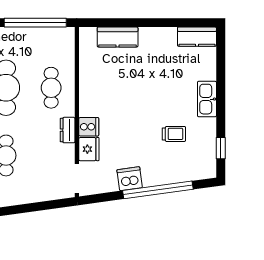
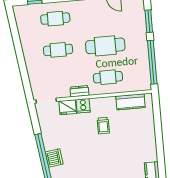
kitchen counter: (118, 37) -> (130, 102), moved, turned -90
trolley: (174, 134) -> (103, 126), moved
dishwasher: (130, 179) -> (54, 158), moved

